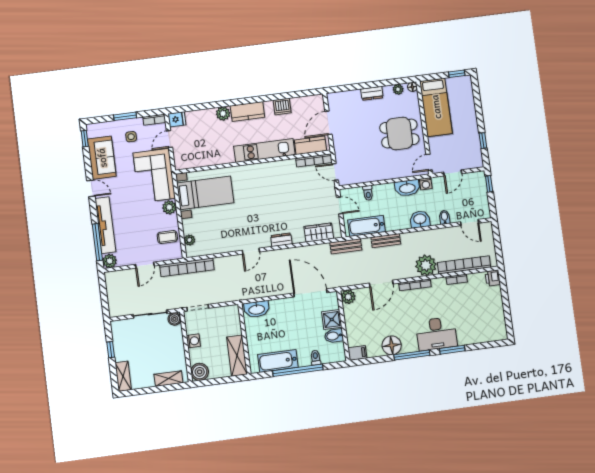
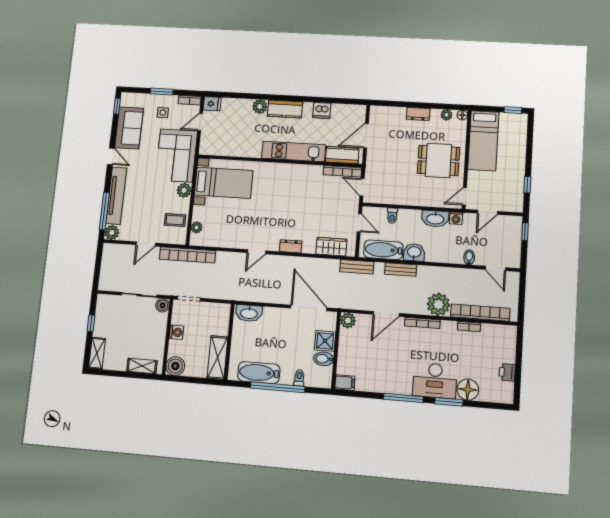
washbasin: (420, 219) -> (414, 252), moved
printer: (493, 278) -> (507, 372), moved
floor lamp: (392, 345) -> (468, 390), moved

